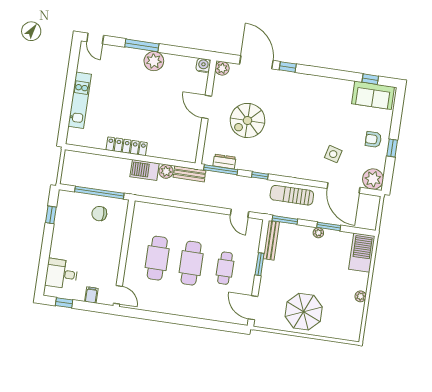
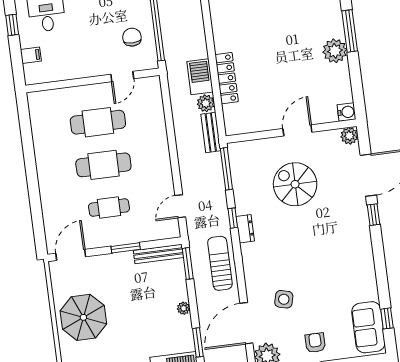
locker: (127, 146) -> (227, 78), moved
dresser: (224, 161) -> (245, 229), moved
window: (329, 226) -> (198, 342), moved
door: (118, 295) -> (122, 77), moved

